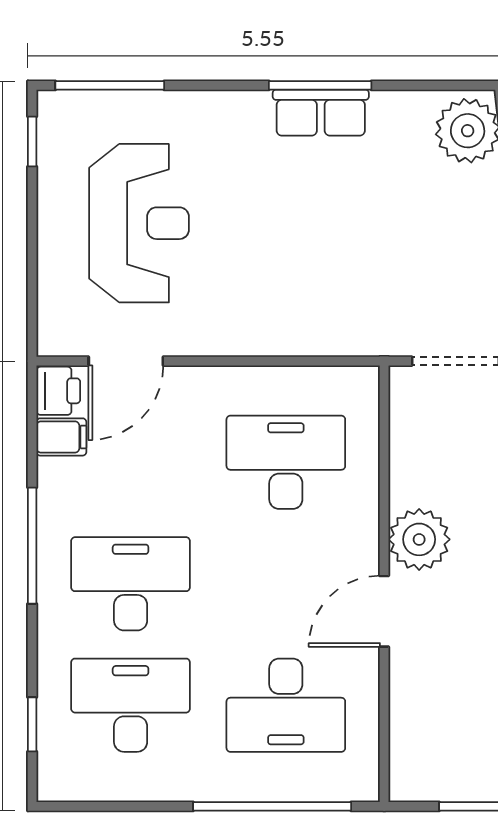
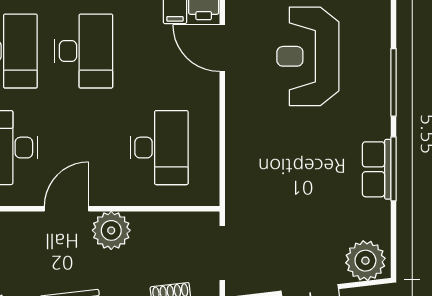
window: (110, 85) -> (394, 82), moved
reception desk: (139, 223) -> (308, 56), turned 90
door: (384, 611) -> (67, 209), hinge flipped

